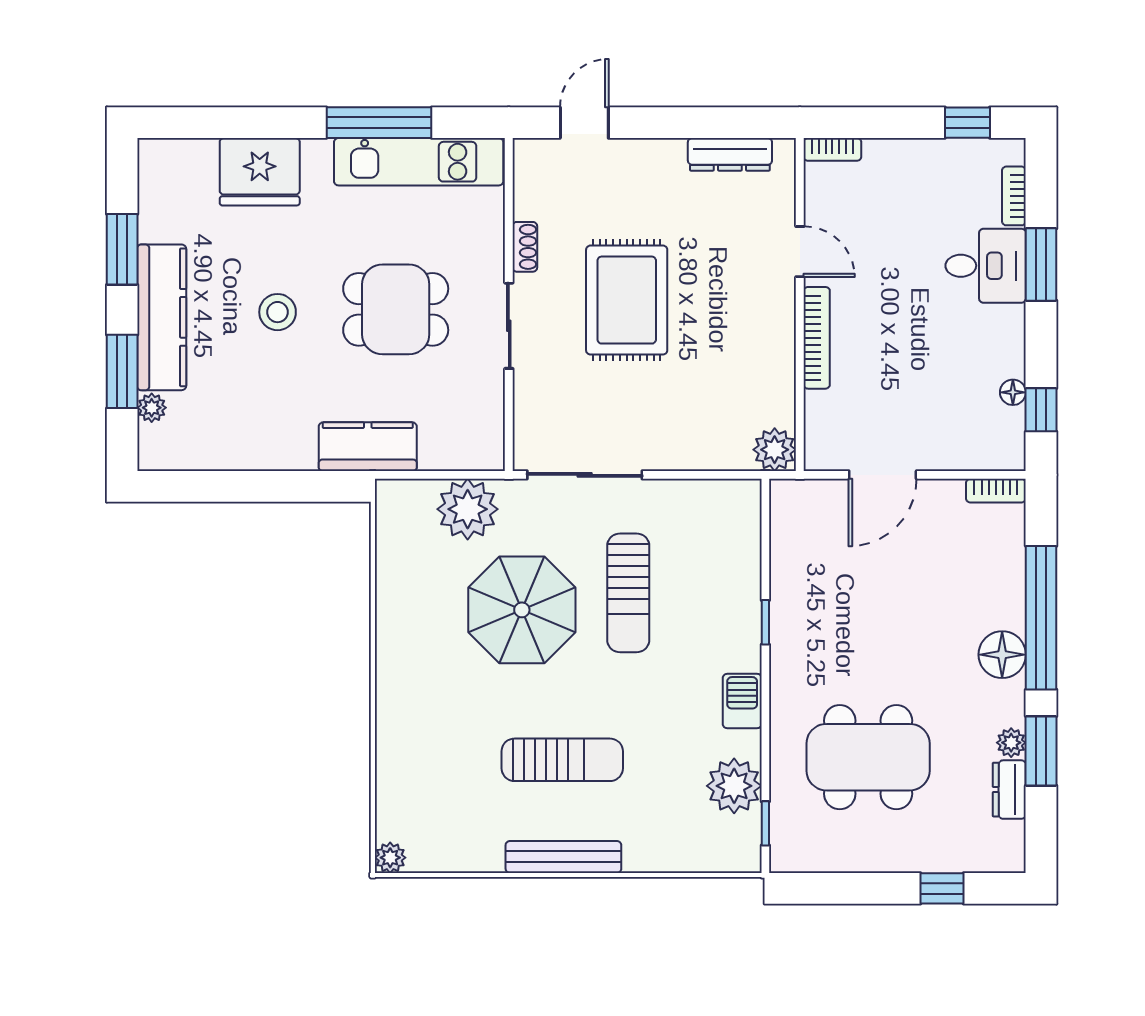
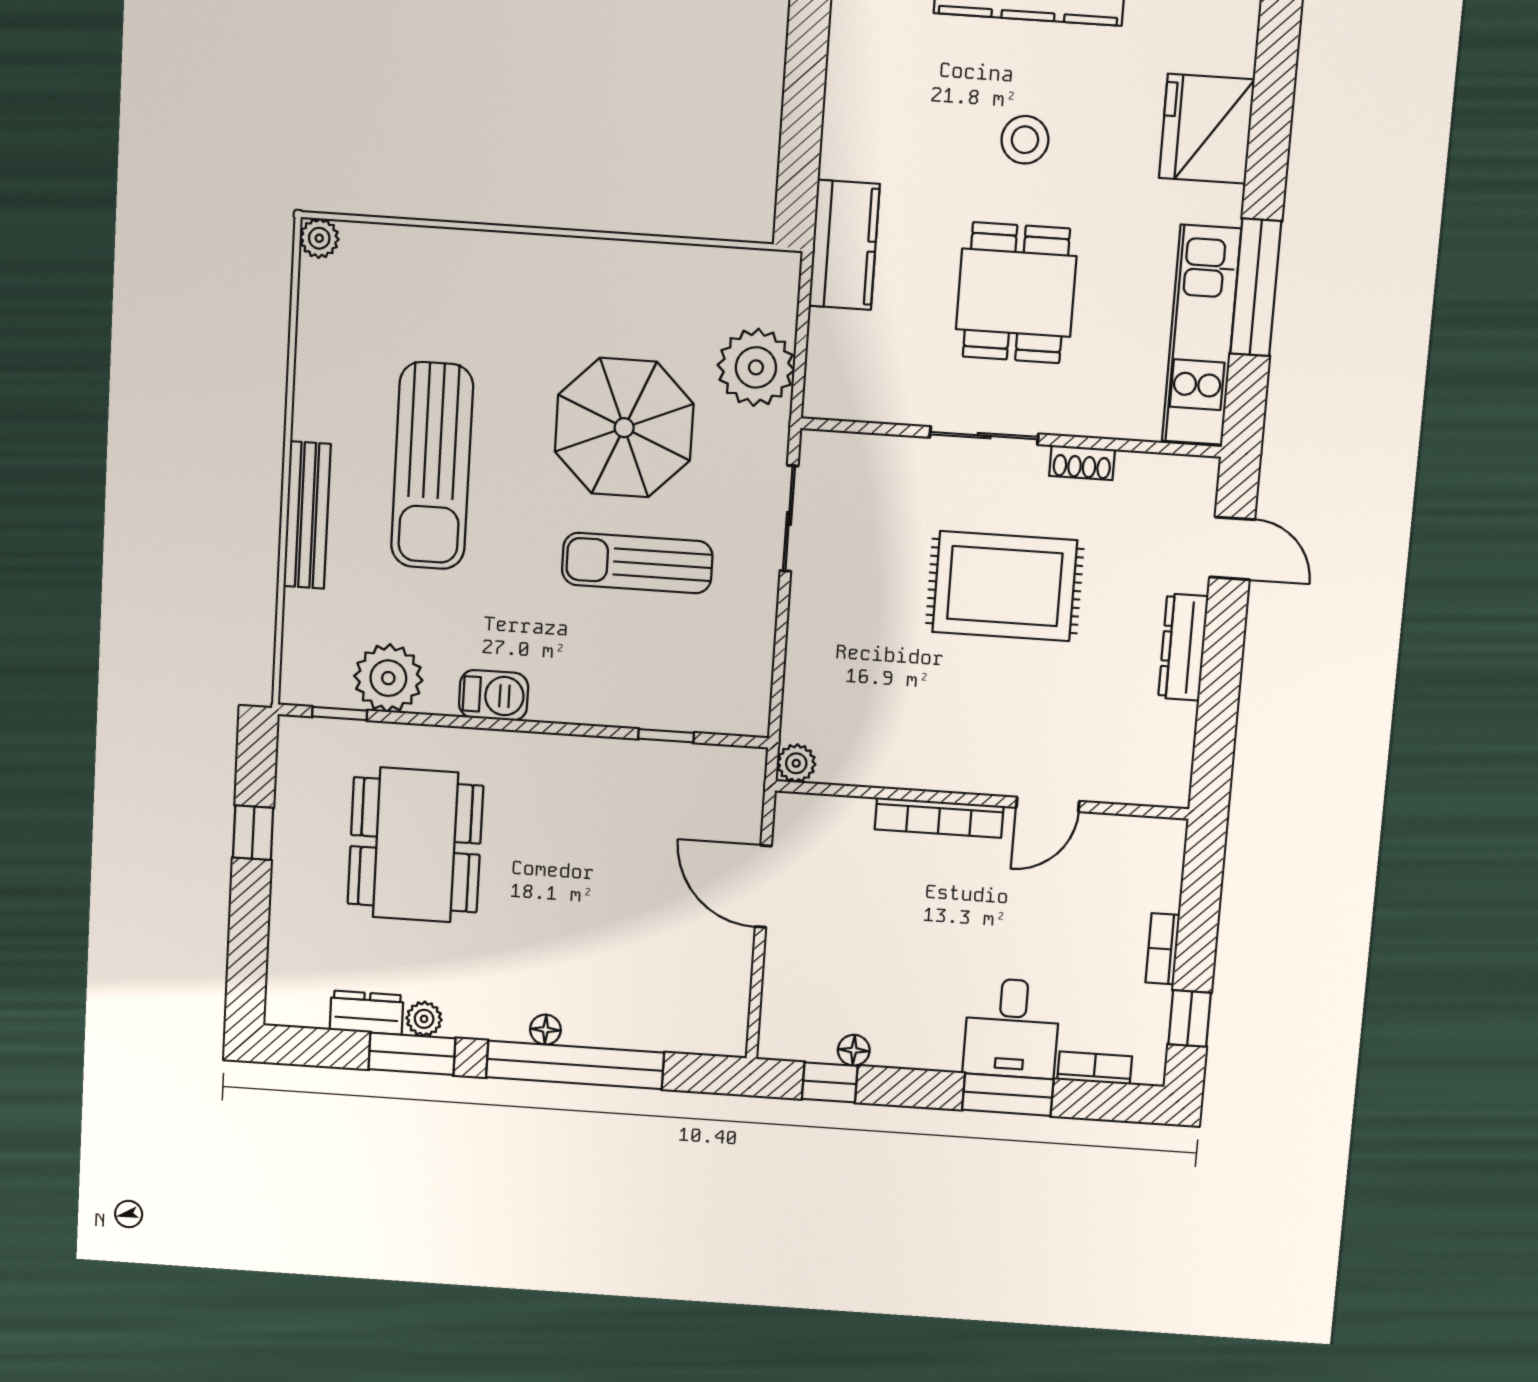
bookcase: (832, 149) -> (1163, 949), moved
dresser: (730, 154) -> (1183, 647), moved
plant: (775, 450) -> (796, 763), width x0.73, depth x0.73
sliding door: (585, 475) -> (789, 518), width x0.73
bookcase: (996, 491) -> (734, 1022), removed
window: (765, 622) -> (666, 736), moved
floor lamp: (1002, 655) -> (545, 1030), width x0.53, depth x0.53
sun lounger: (562, 760) -> (432, 466), width x1.36, depth x1.34
bench: (563, 857) -> (307, 515), moved
window: (942, 888) -> (253, 833), moved

